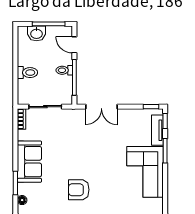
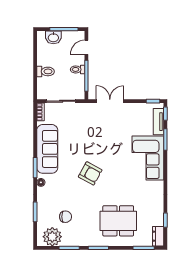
door: (74, 45) -> (86, 47), hinge flipped
double door: (101, 107) -> (110, 101), swing flipped
sofa: (29, 162) -> (47, 149), width x1.36
armchair: (79, 190) -> (90, 173), turned -151

